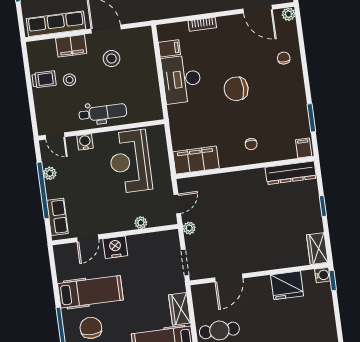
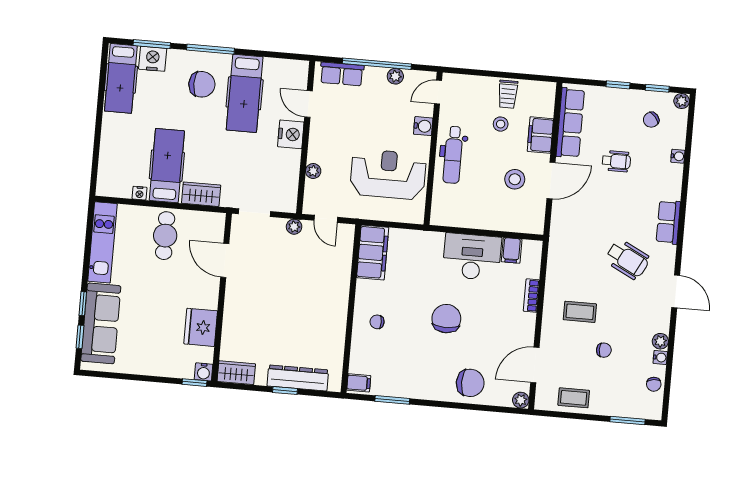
chair: (284, 58) -> (470, 383), width x1.87, depth x1.87
dresser: (291, 173) -> (298, 378), moved, turned 90

